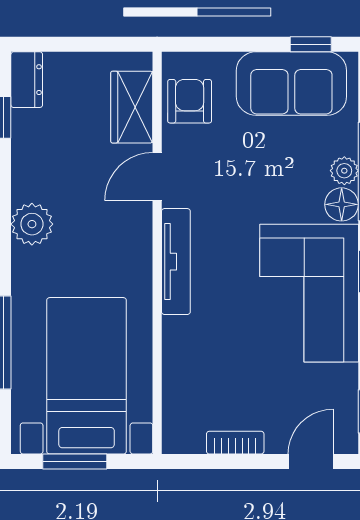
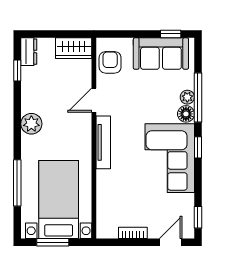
wardrobe: (132, 107) -> (74, 48), moved, turned -90

